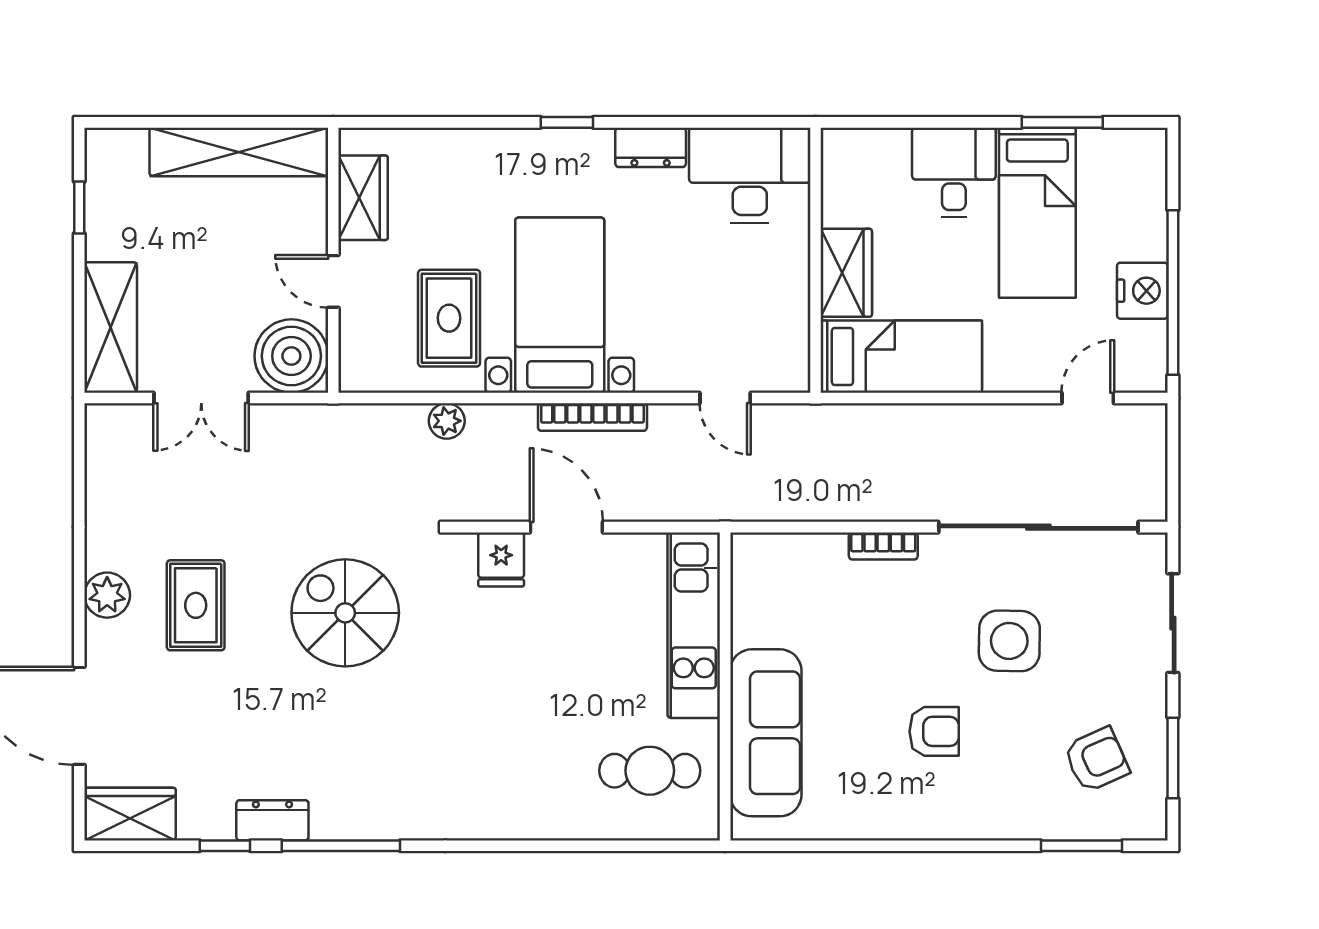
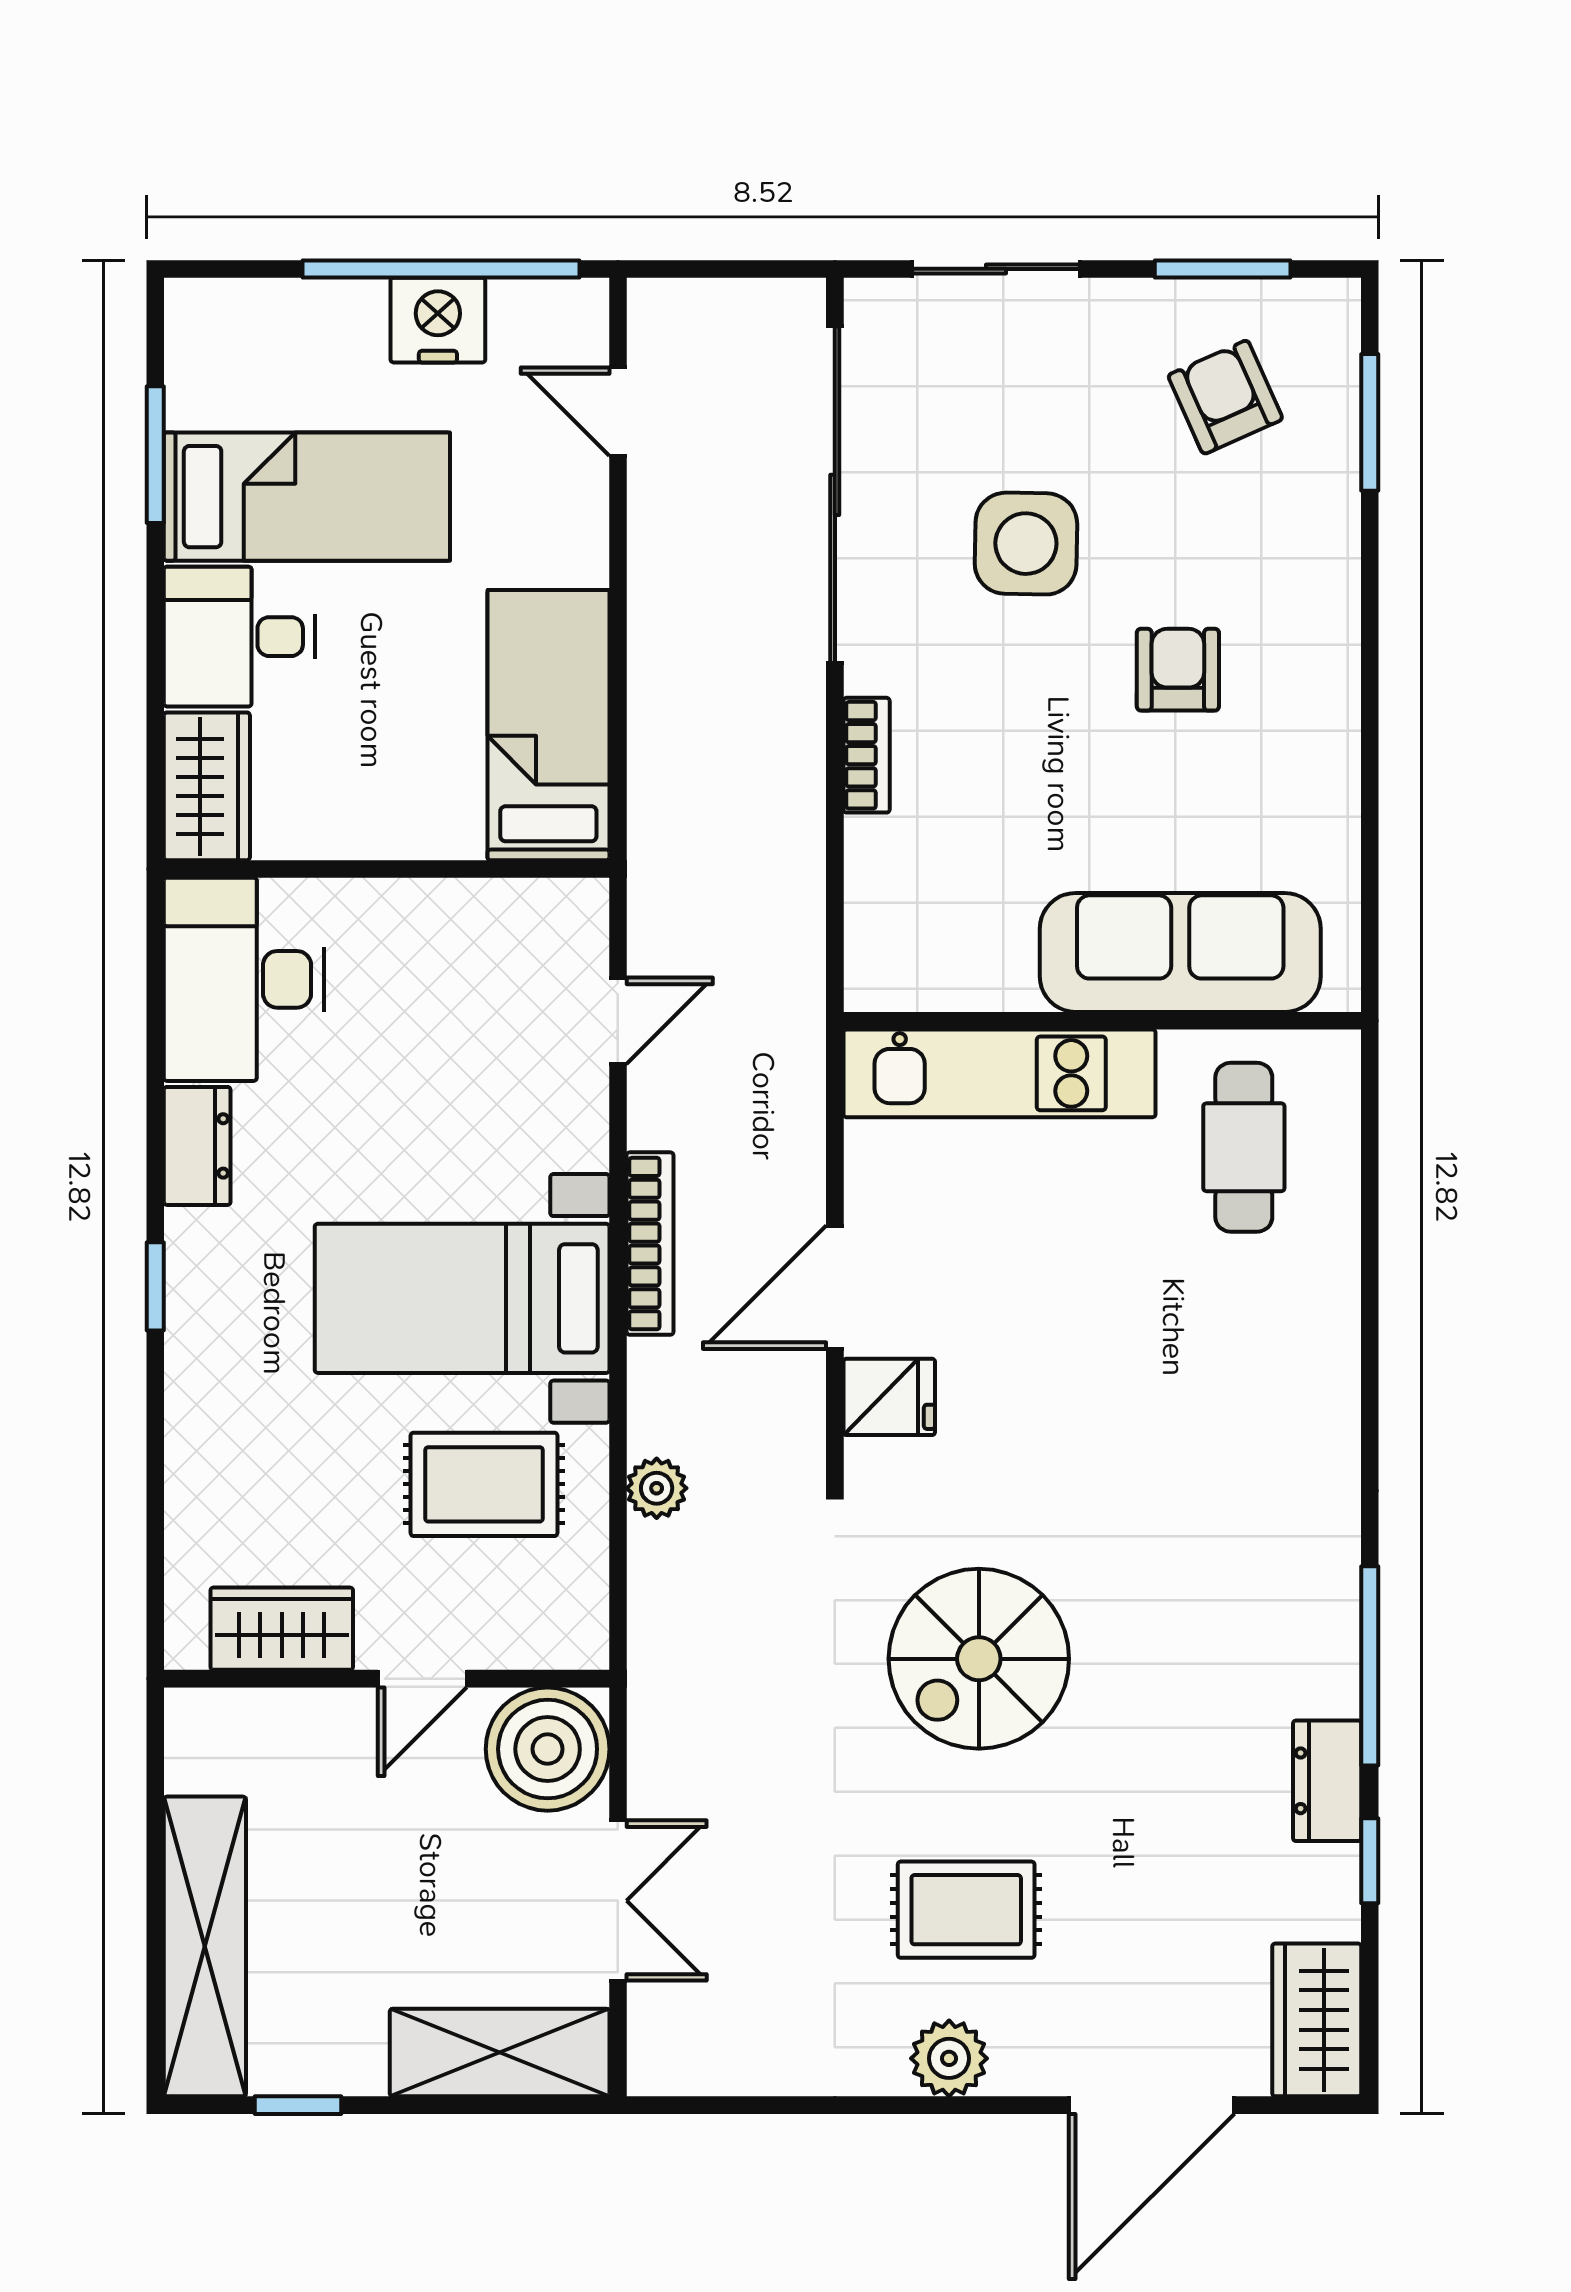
shelving: (239, 152) -> (205, 1946), moved
wardrobe: (846, 273) -> (207, 786), moved, turned 90

